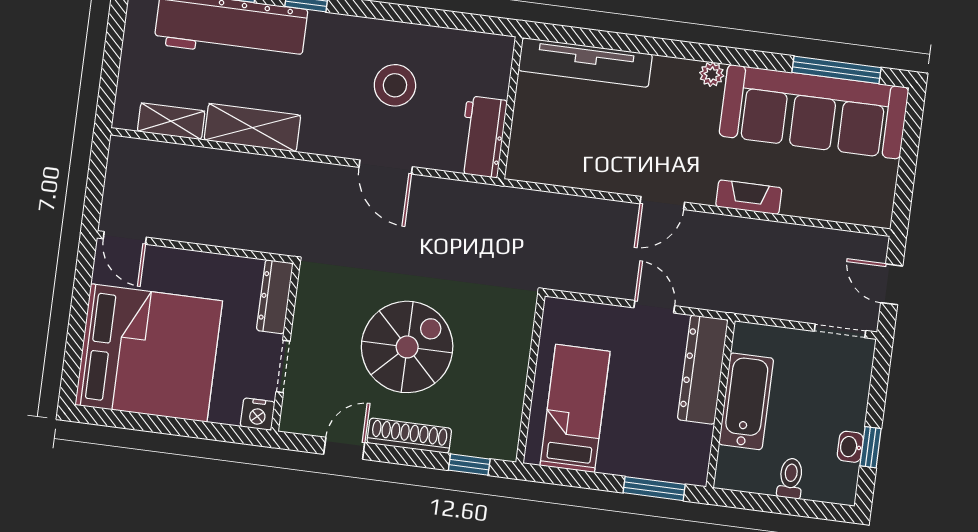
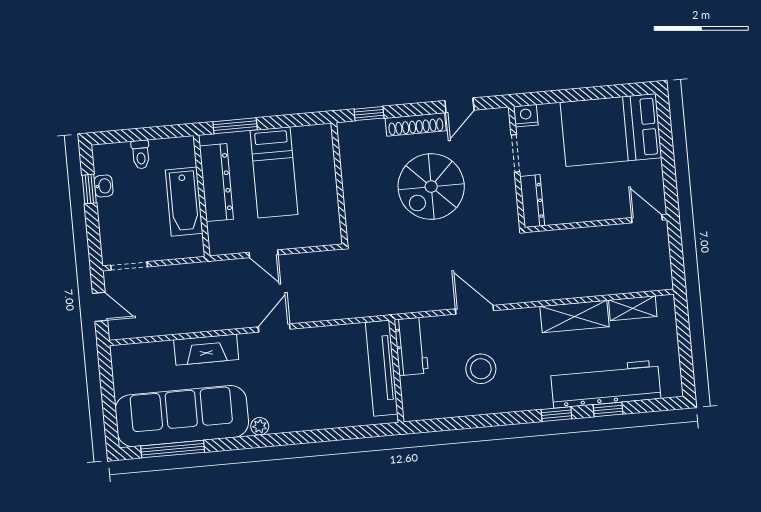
tv unit: (585, 62) -> (382, 368), moved, turned -90
fireplace: (749, 197) -> (206, 350), width x1.37, depth x1.32
bed: (149, 353) -> (611, 130), width x0.73
dresser: (703, 370) -> (216, 183), moved
bed: (575, 408) -> (274, 172), moved

